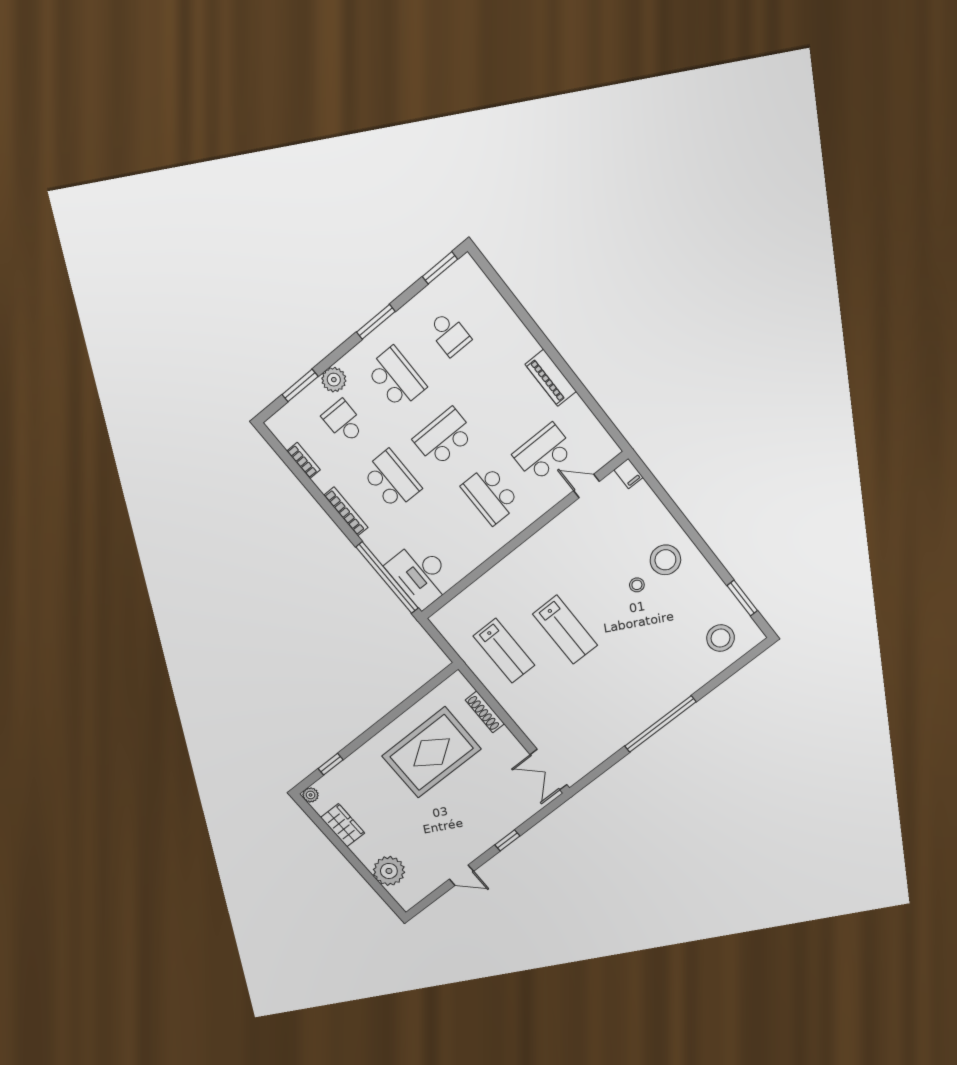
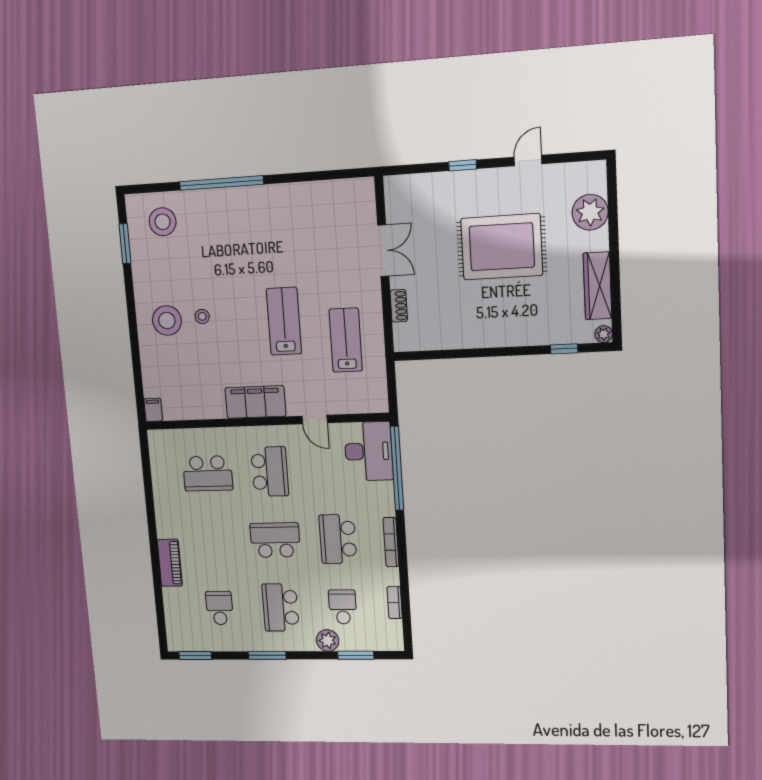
piano: (551, 378) -> (170, 563), moved
school desk: (344, 422) -> (343, 607), turned 180
school desk: (444, 437) -> (275, 540), turned 180
door: (586, 486) -> (315, 420), moved
filing cabinet: (544, 546) -> (255, 402), added
shoe rack: (485, 712) -> (399, 306), width x0.70
window: (660, 724) -> (221, 183), moved
rug: (432, 752) -> (502, 247), moved
double door: (548, 770) -> (383, 251), moved
wardrobe: (343, 825) -> (598, 286), width x1.50
door: (461, 875) -> (528, 161), hinge flipped

